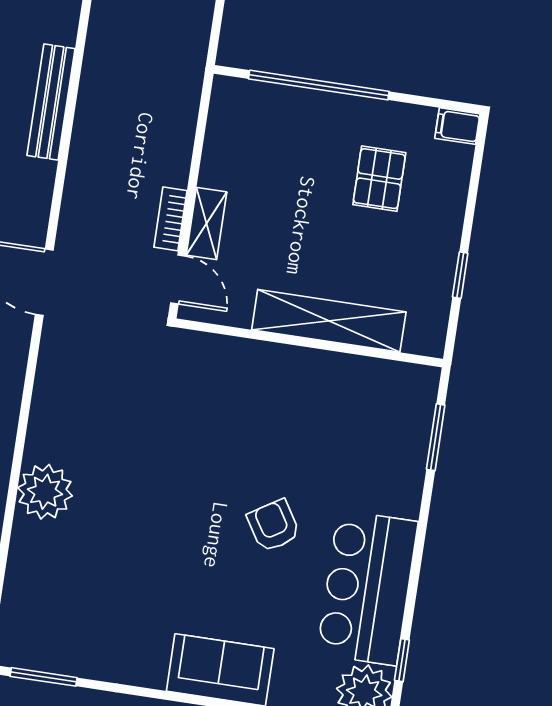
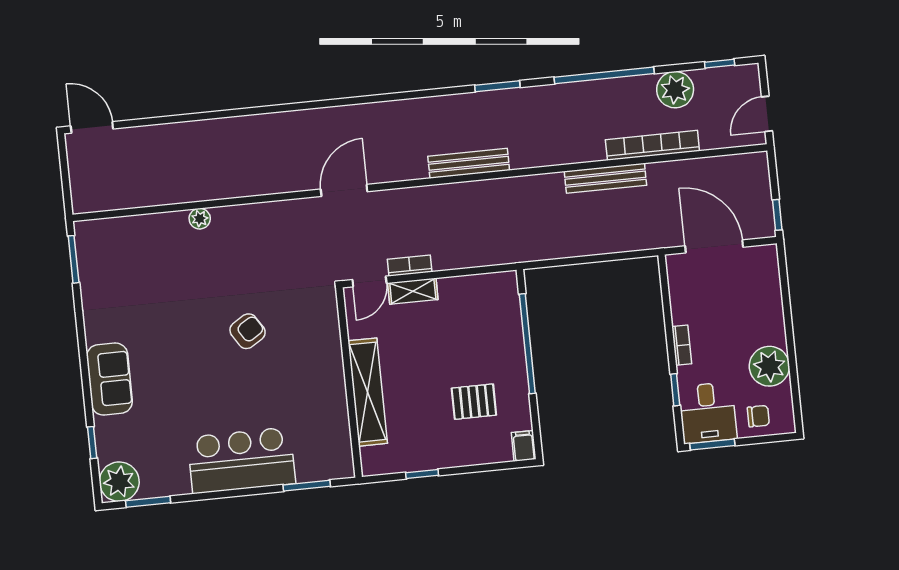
plant: (45, 492) -> (200, 219), width x0.53, depth x0.53
armchair: (274, 526) -> (248, 331), moved
bar counter: (367, 588) -> (241, 460), moved
window: (402, 660) -> (148, 502), width x1.50

